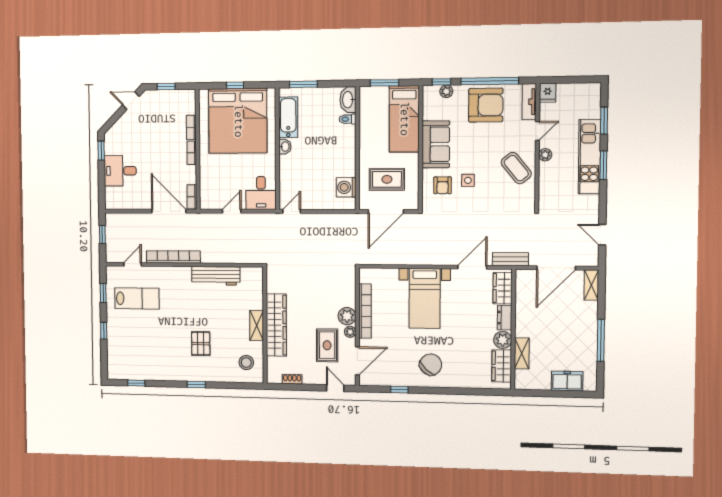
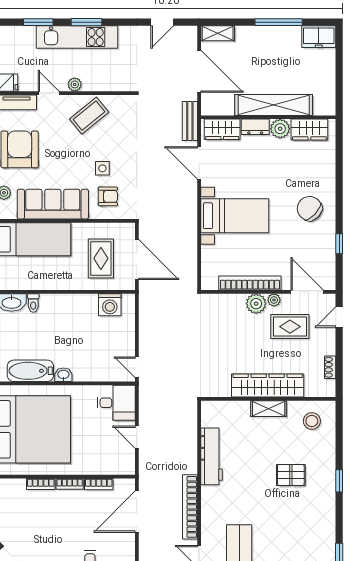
sofa: (436, 144) -> (53, 204), width x1.36
bookcase: (192, 197) -> (99, 484), moved
shelving: (522, 353) -> (274, 105), width x2.20, depth x1.33
freezer: (567, 381) -> (319, 37), moved, turned -90

